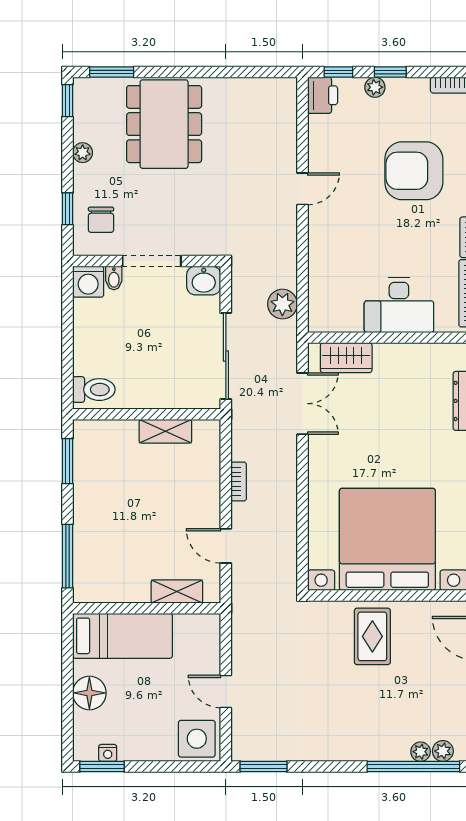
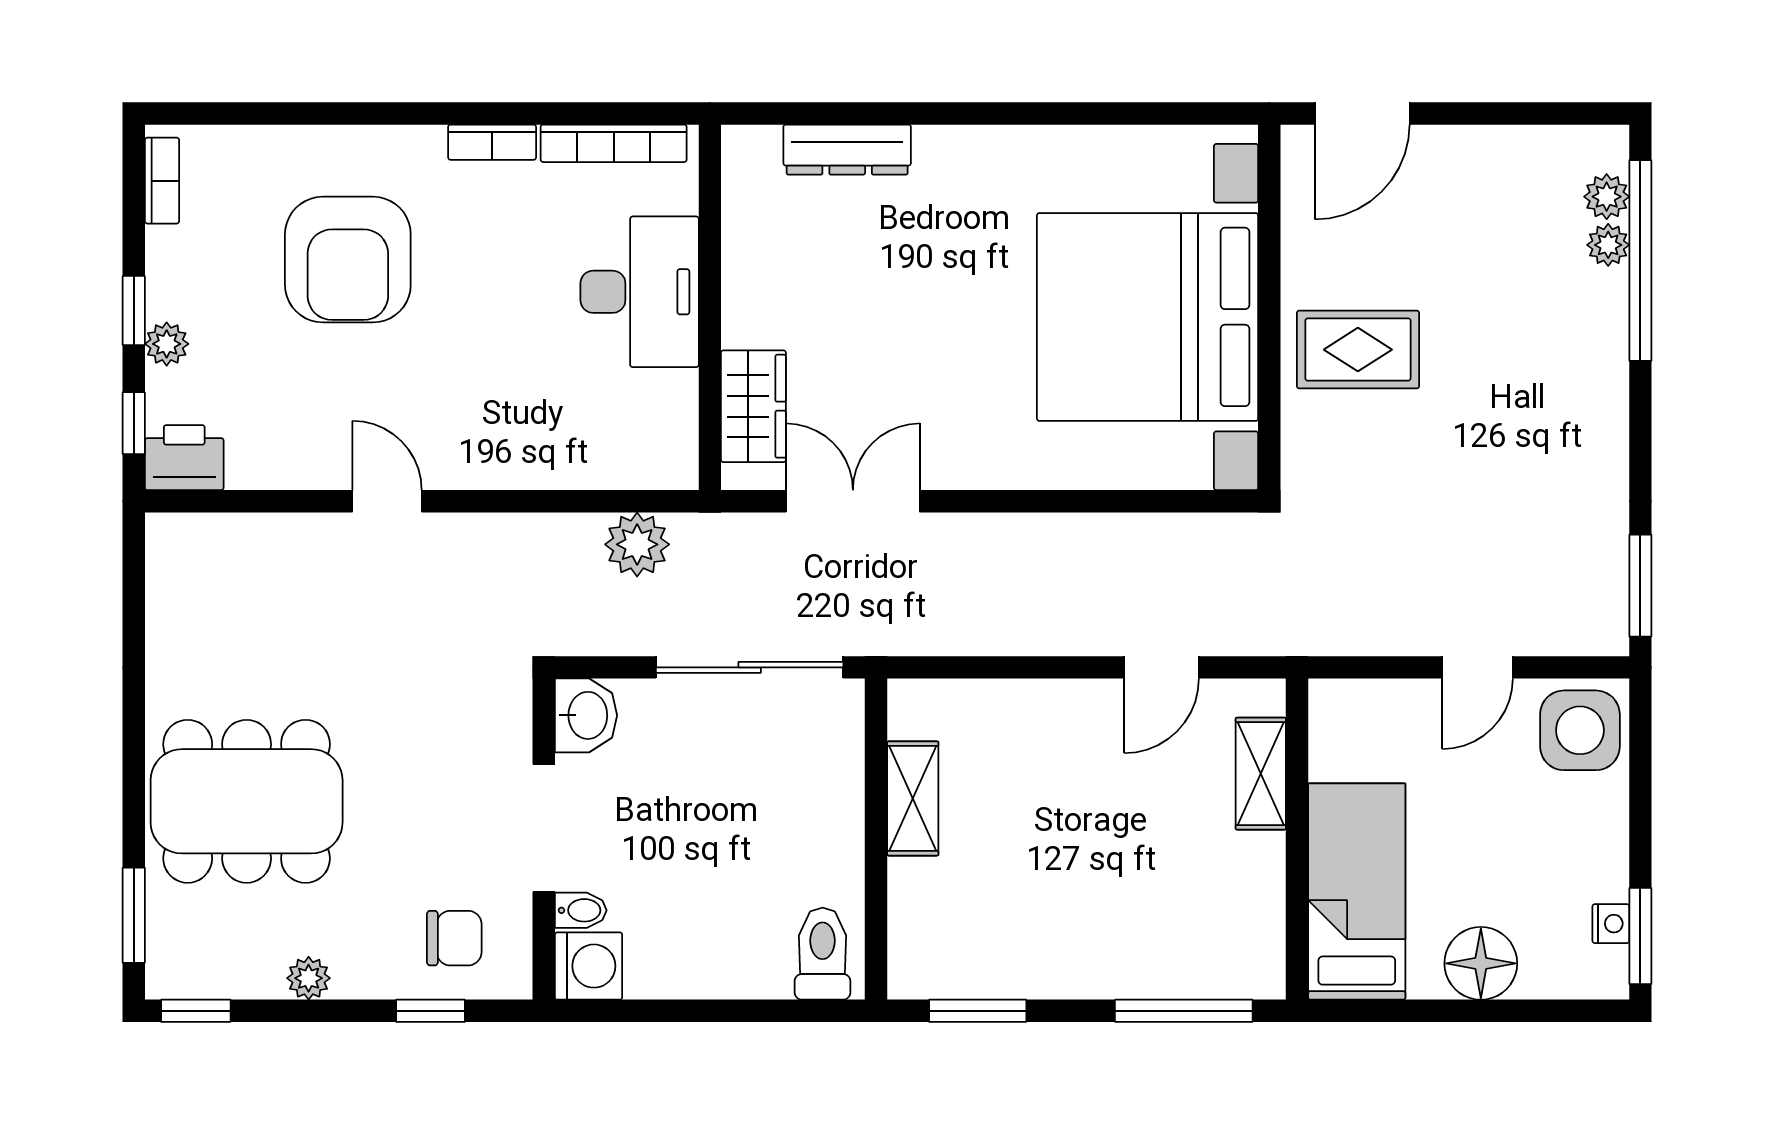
bookcase: (239, 482) -> (1022, 639), removed

